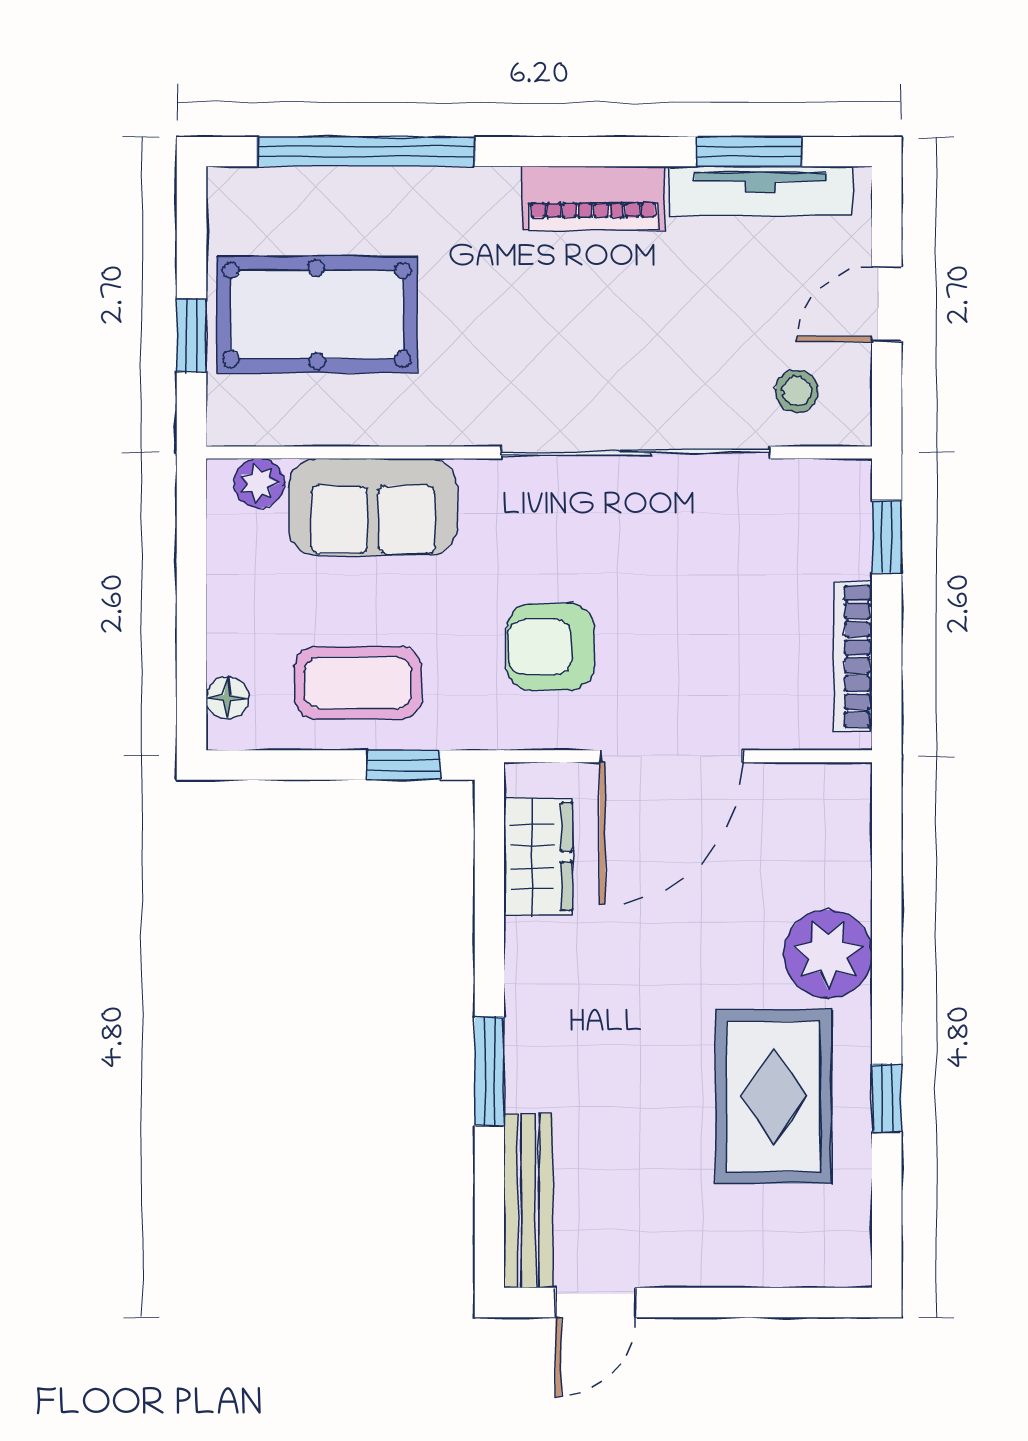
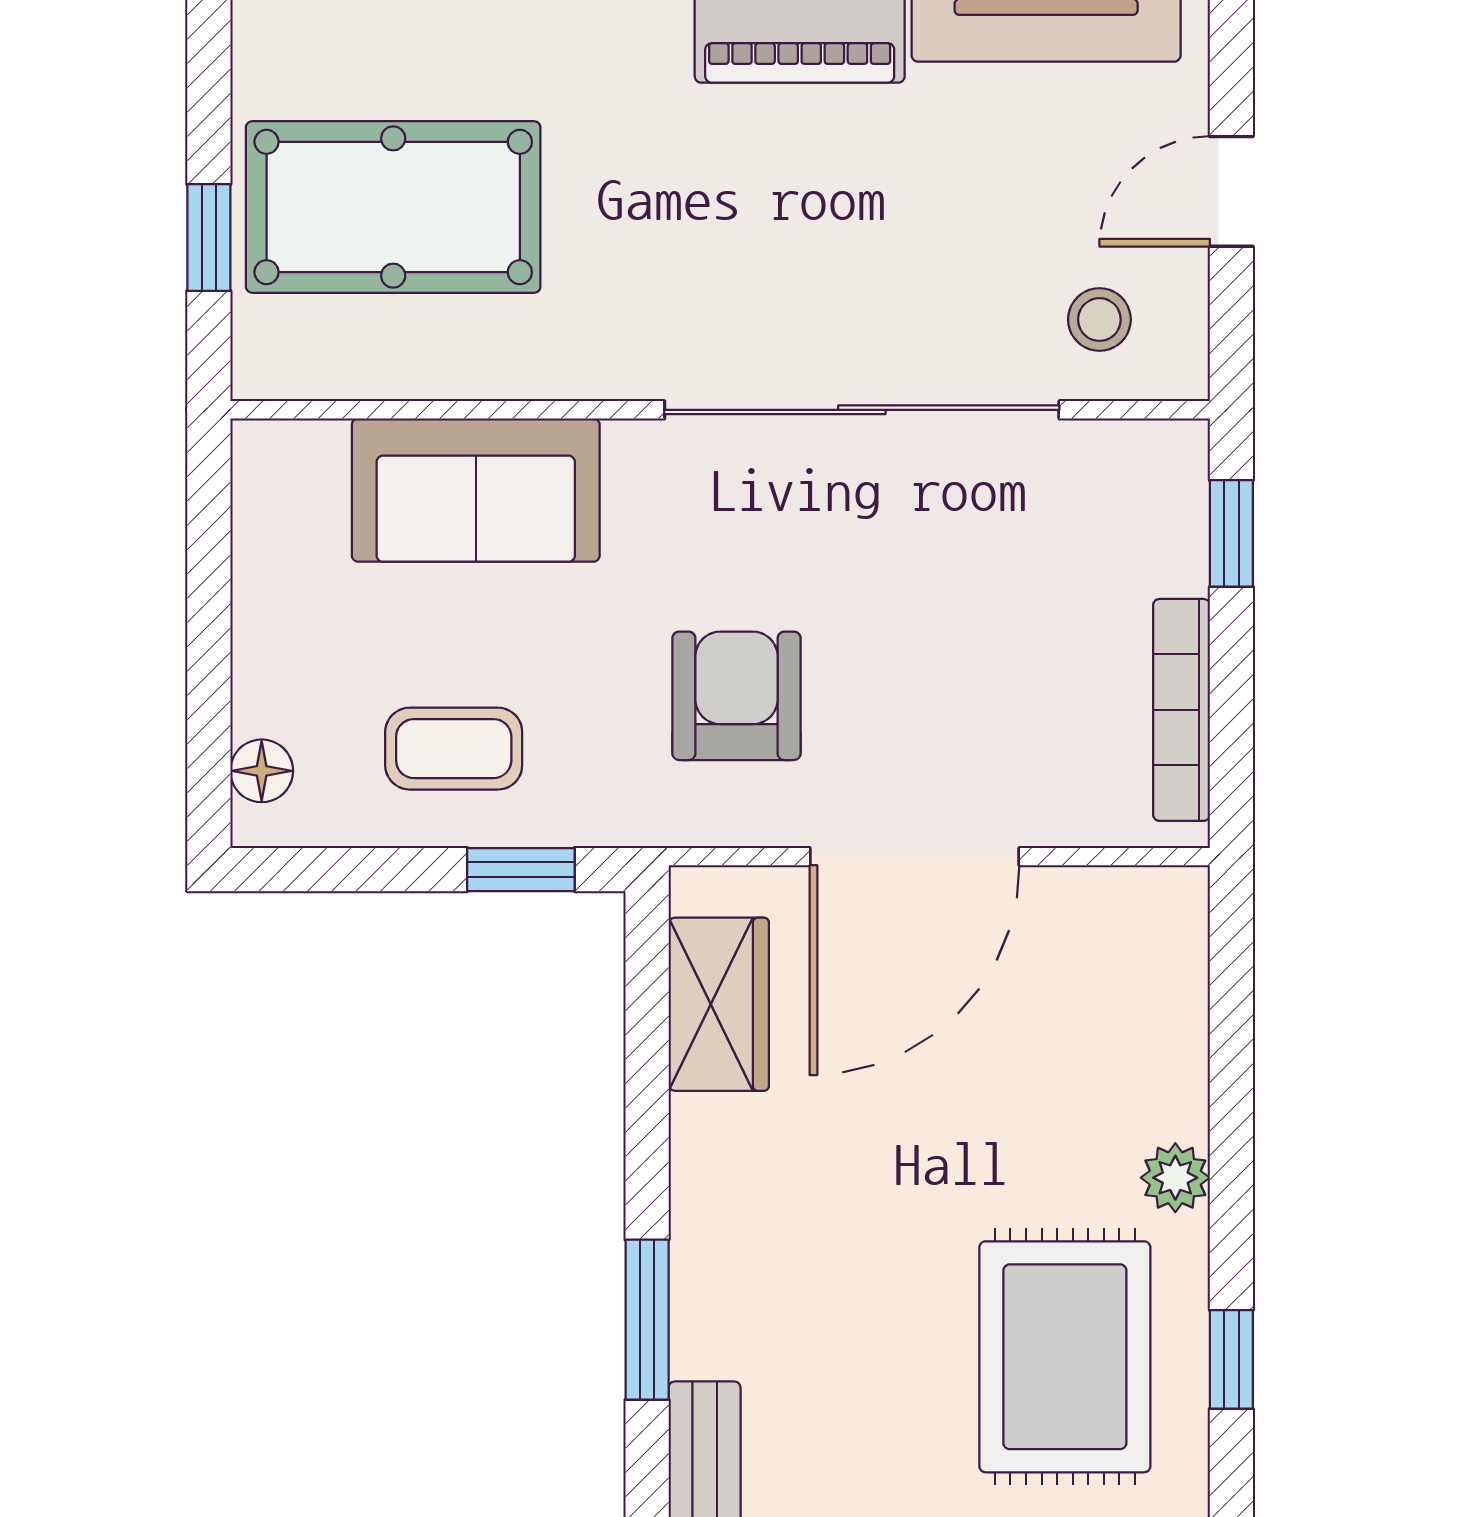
plant: (259, 483) -> (308, 455), removed
armchair: (550, 647) -> (737, 696), turned 90
coffee table: (358, 683) -> (454, 749), width x0.73, depth x0.77
plant: (828, 954) -> (1175, 1178), width x0.53, depth x0.53

